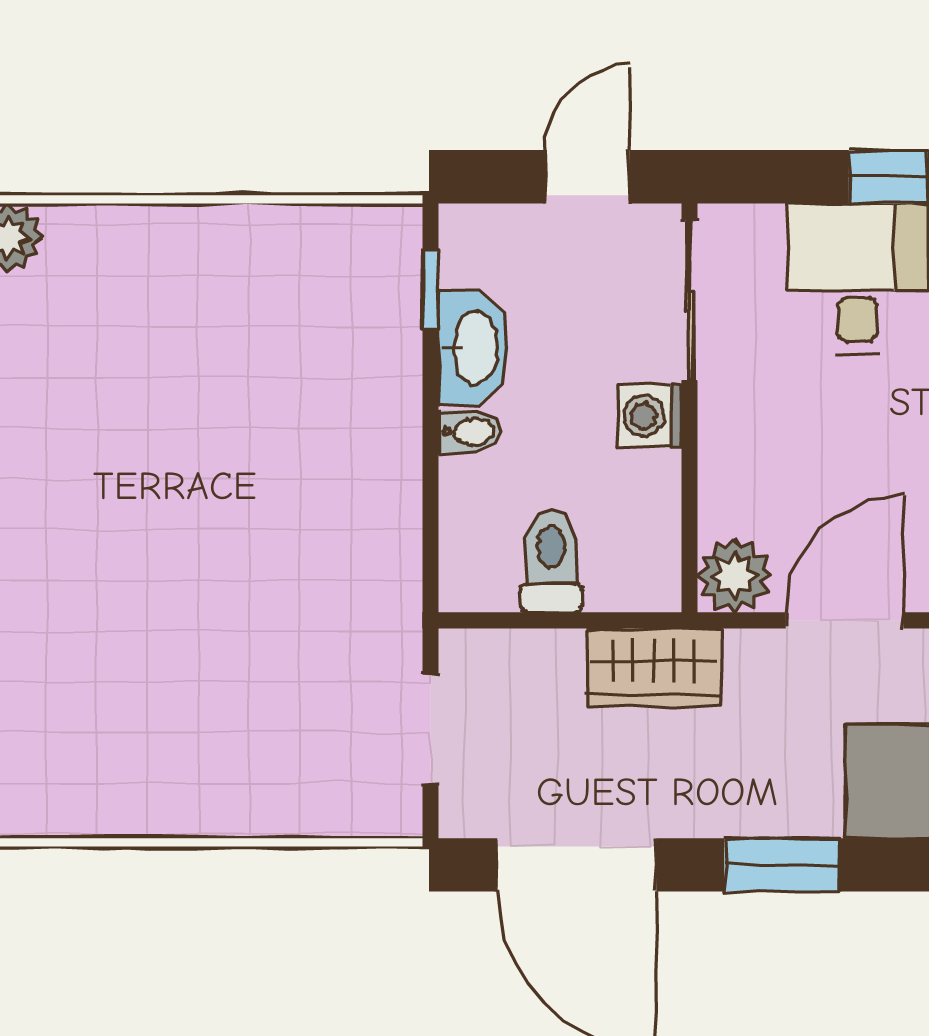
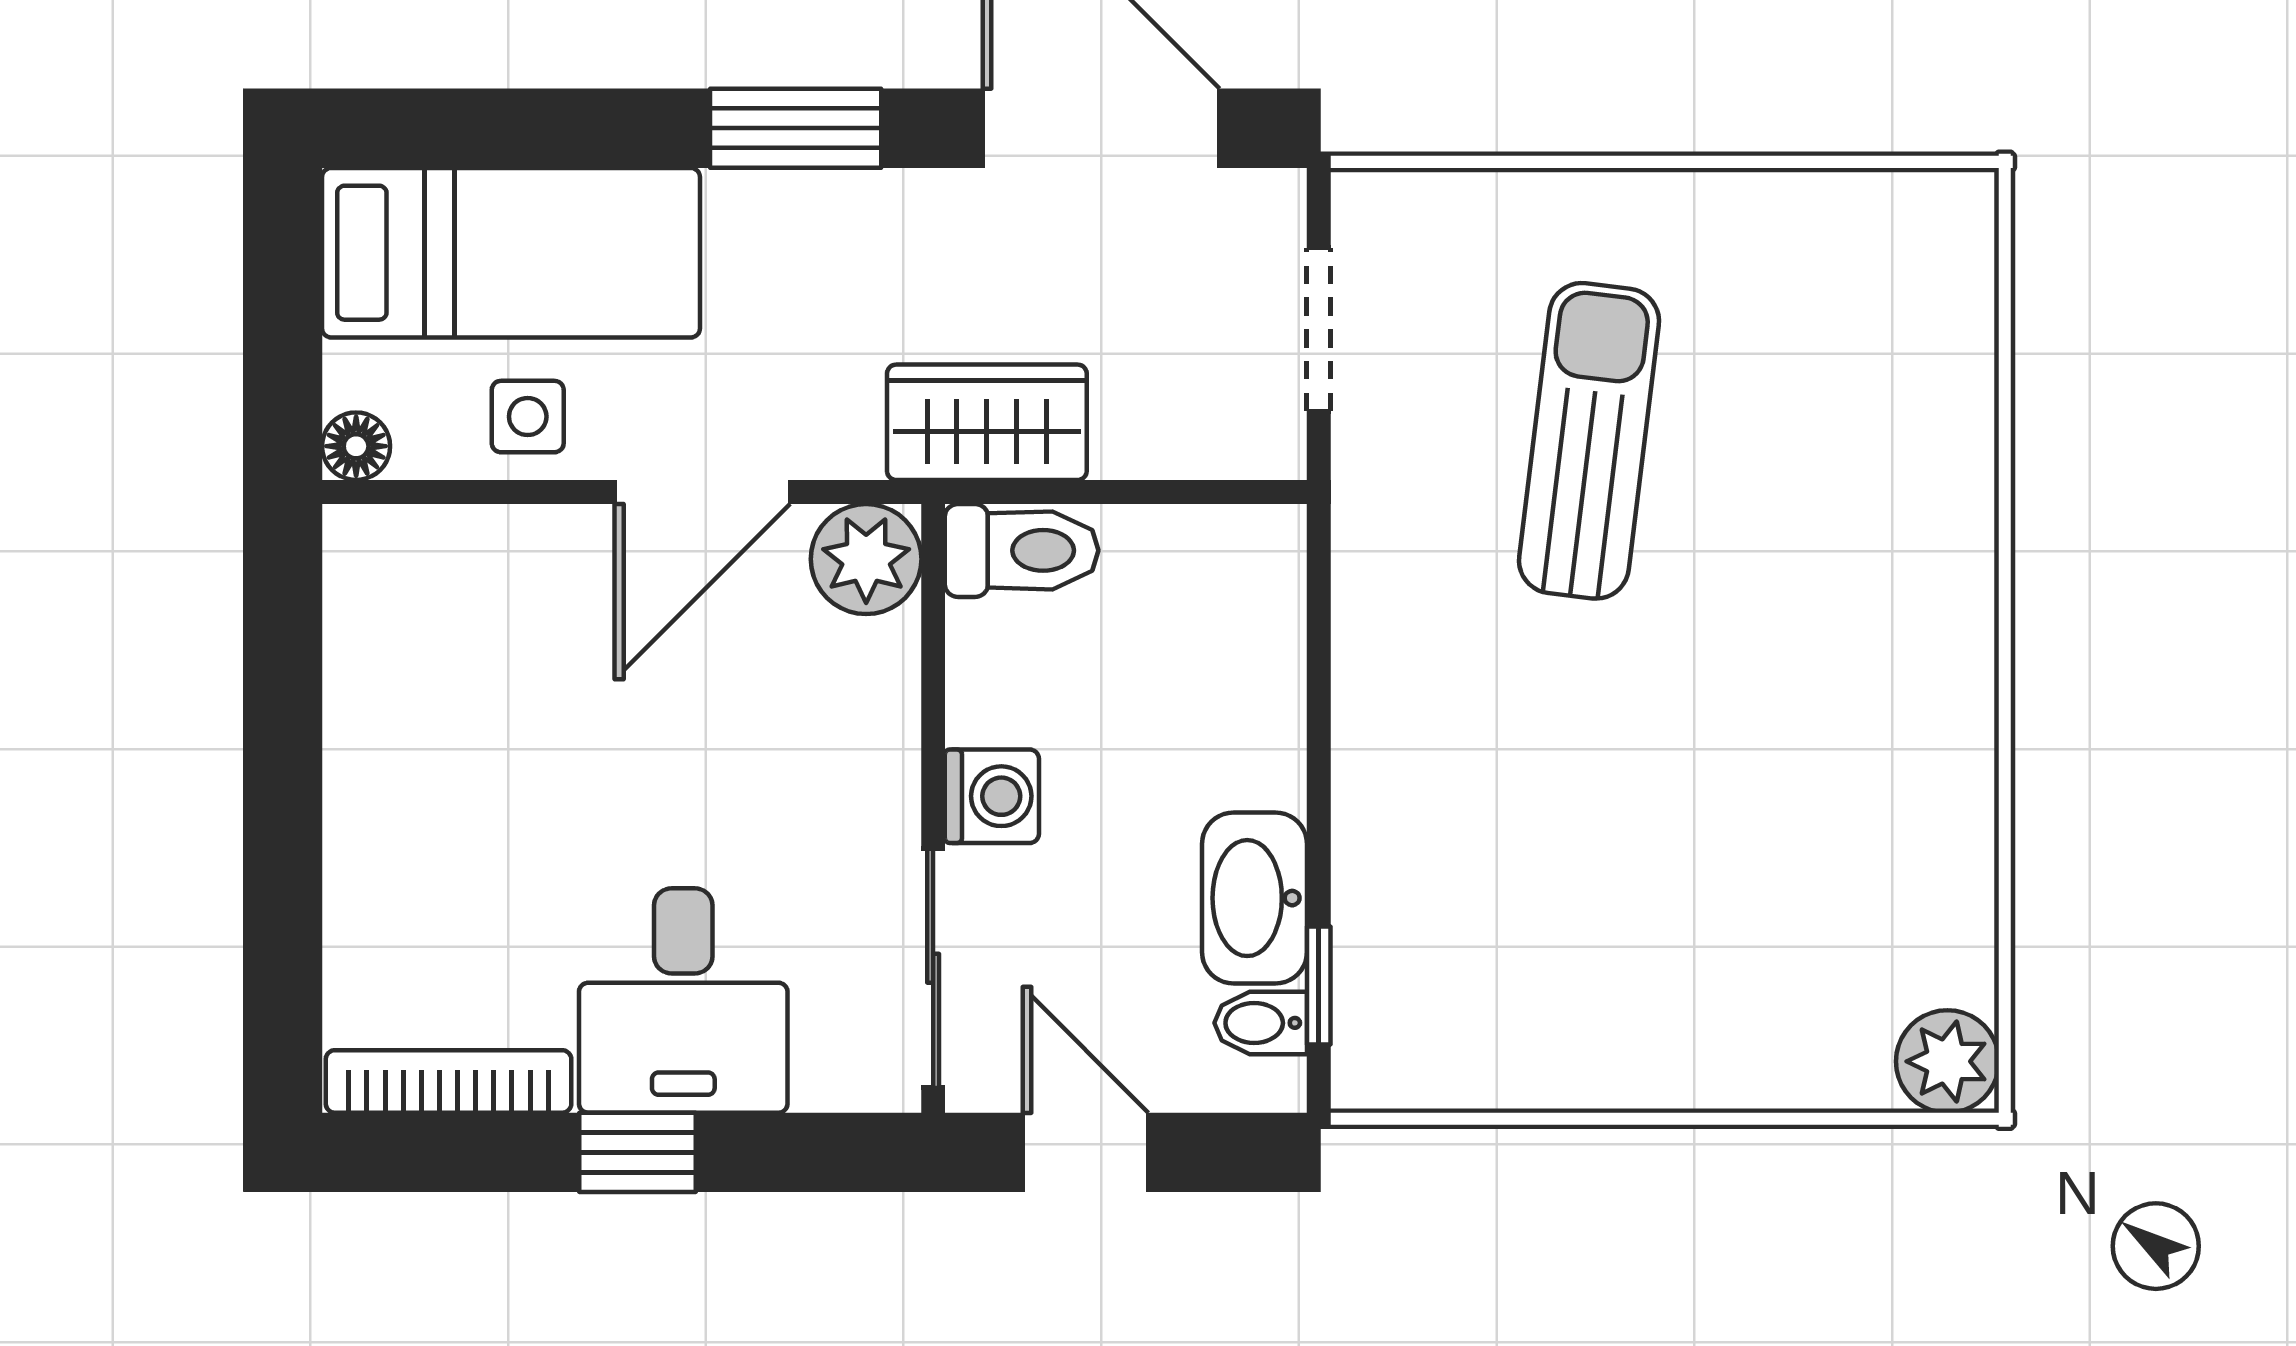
door: (587, 177) -> (1086, 1152), swing flipped
bidet: (469, 432) -> (1261, 1023), moved
toilet: (551, 561) -> (1022, 550), moved, turned -90
sun lounger: (249, 655) -> (1589, 441), added

